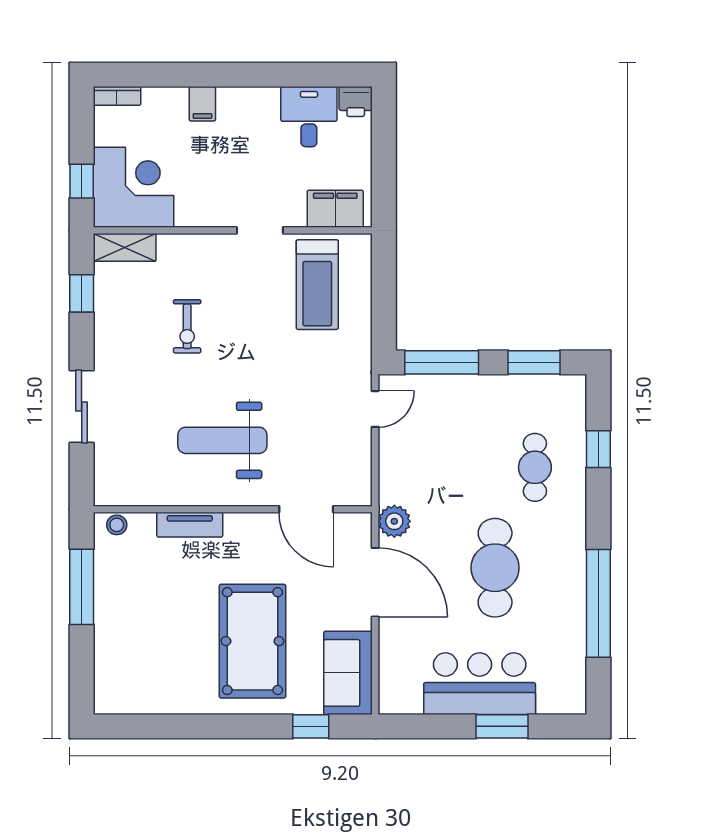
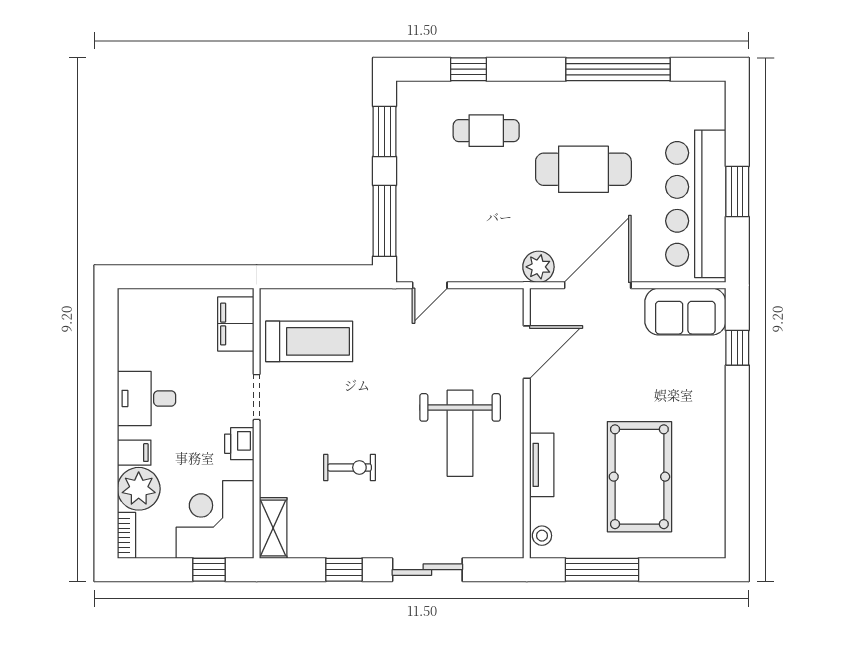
printer: (356, 101) -> (239, 444), moved, turned 180
plant: (165, 109) -> (139, 489), added
desk: (309, 117) -> (147, 398), moved
window: (82, 293) -> (344, 570), moved
door: (375, 409) -> (430, 285), swing flipped
pool table: (252, 641) -> (639, 477), moved, turned 90
bar counter: (480, 684) -> (696, 204), width x1.36
window: (502, 726) -> (737, 191), moved

